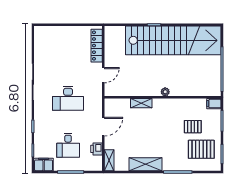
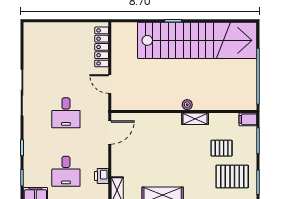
door: (103, 75) -> (110, 84), swing flipped
desk: (68, 98) -> (66, 113), width x0.73
shelving: (141, 103) -> (195, 119), moved
door: (103, 127) -> (110, 132), moved

